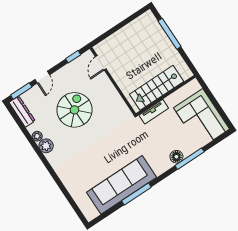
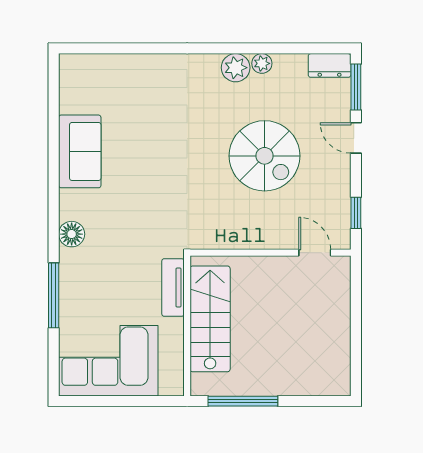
window: (170, 34) -> (243, 401), moved
dresser: (22, 112) -> (330, 65), width x0.70
floor lamp: (176, 157) -> (72, 234), moved
sofa: (122, 185) -> (80, 151), width x0.54, depth x0.79
window: (136, 194) -> (54, 166), removed

